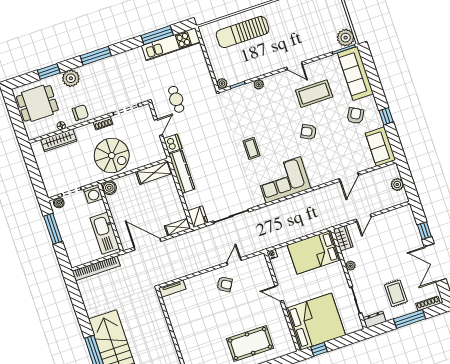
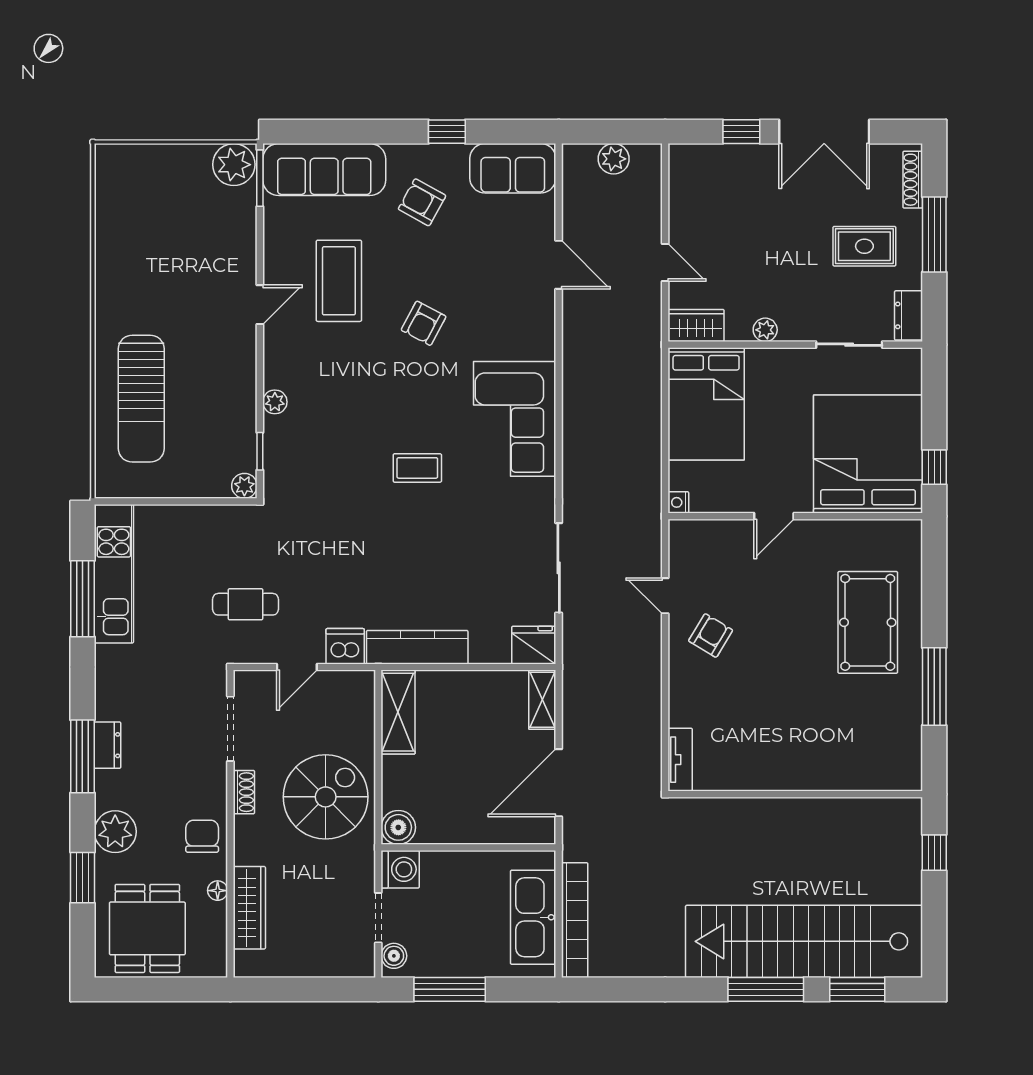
dresser: (103, 64) -> (107, 745), added
door: (158, 127) -> (297, 667), swing flipped
kitchen sink: (105, 233) -> (533, 917), moved, turned 90

